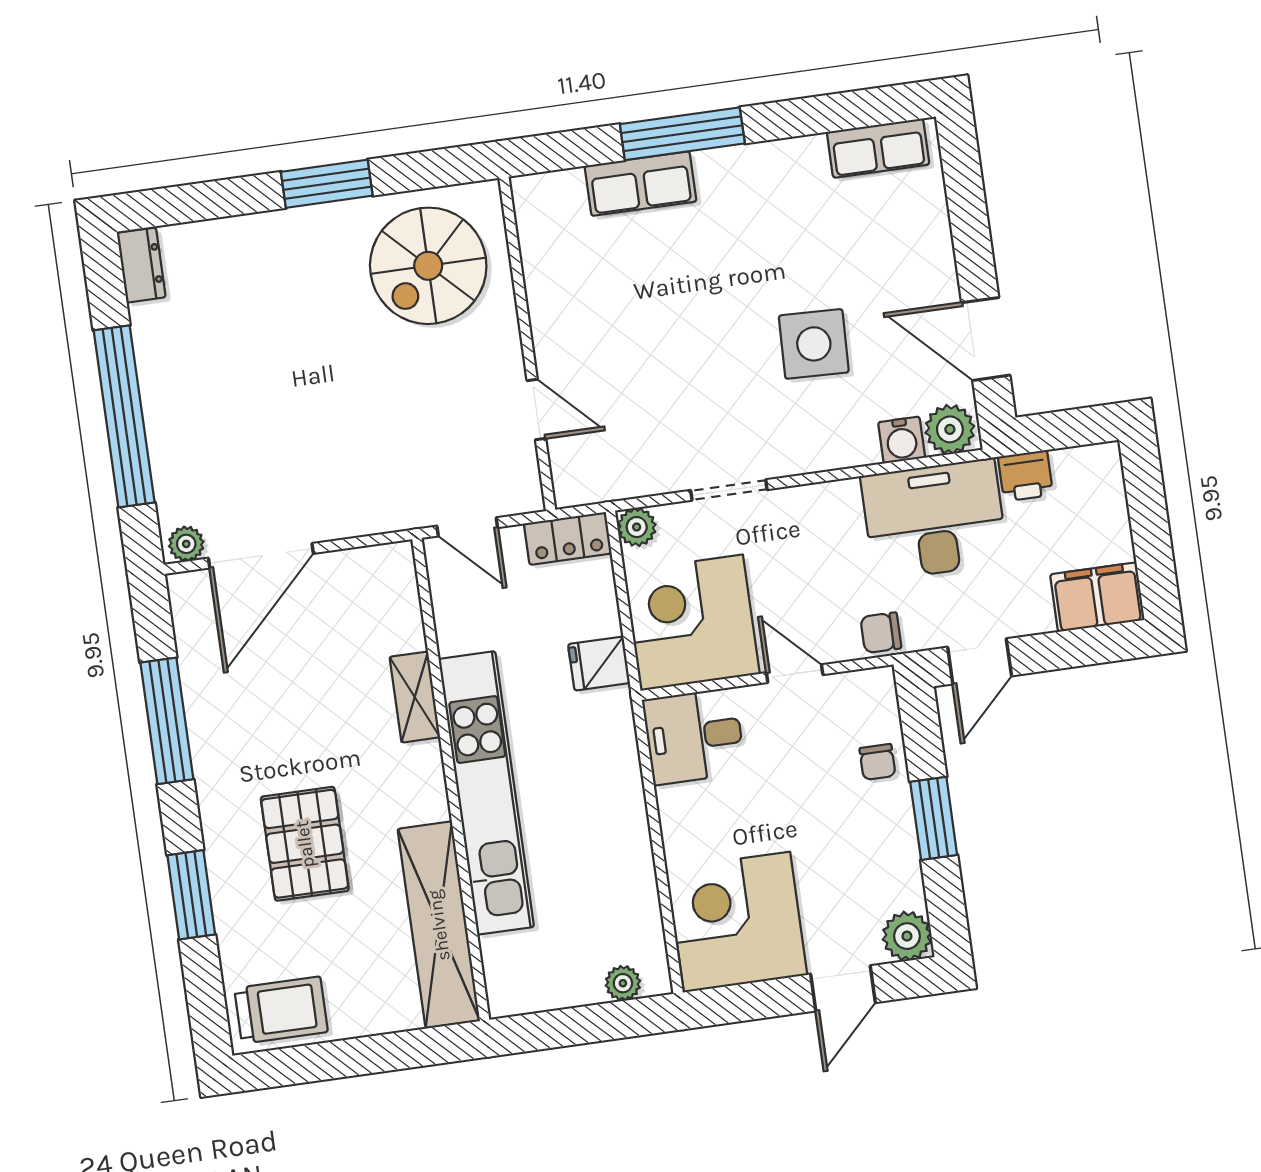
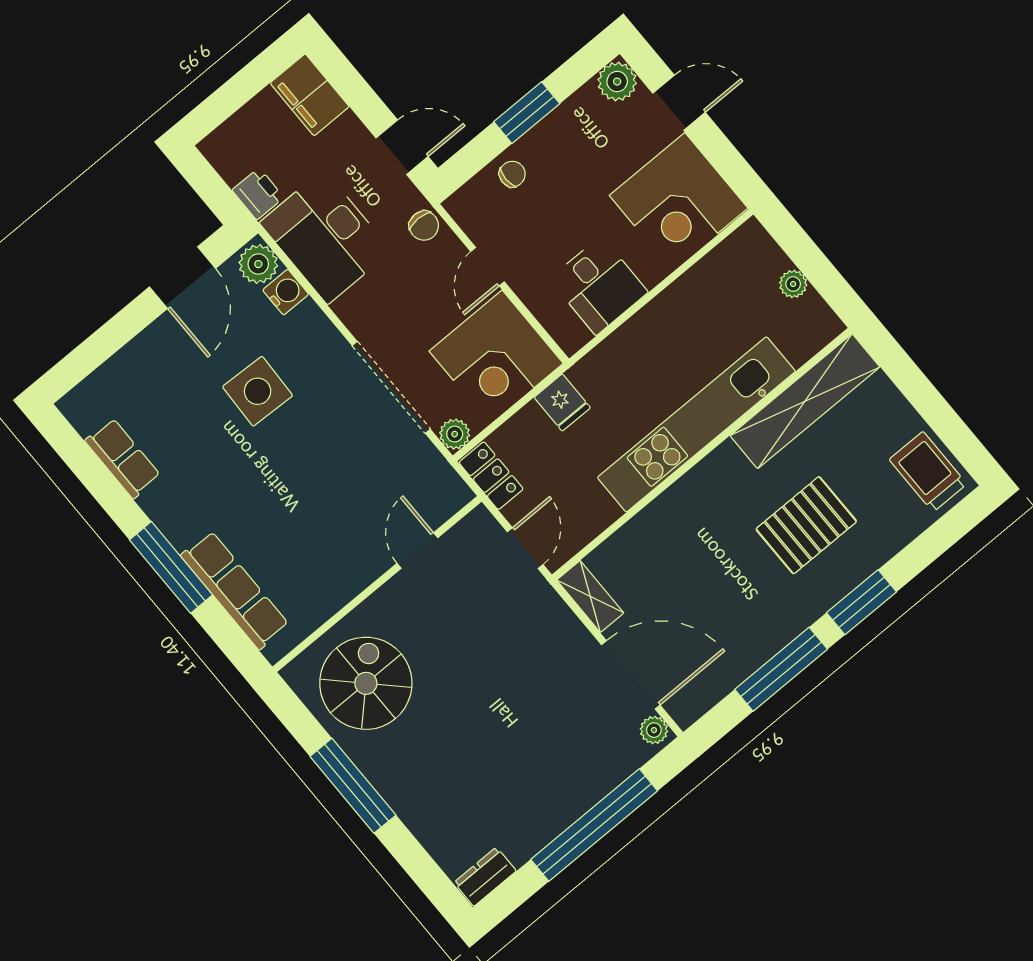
row of seats: (878, 148) -> (123, 458), moved
window: (327, 184) -> (353, 786), width x1.44
row of seats: (641, 184) -> (235, 590), width x1.48
spiral stairs: (428, 266) -> (366, 683), turned -90
doorway: (729, 490) -> (391, 387), width x1.87
shelving: (415, 697) -> (590, 596), moved, turned 90
desk: (694, 736) -> (599, 286), moved
window: (191, 895) -> (862, 602), moved
plant: (623, 983) -> (793, 284), moved

